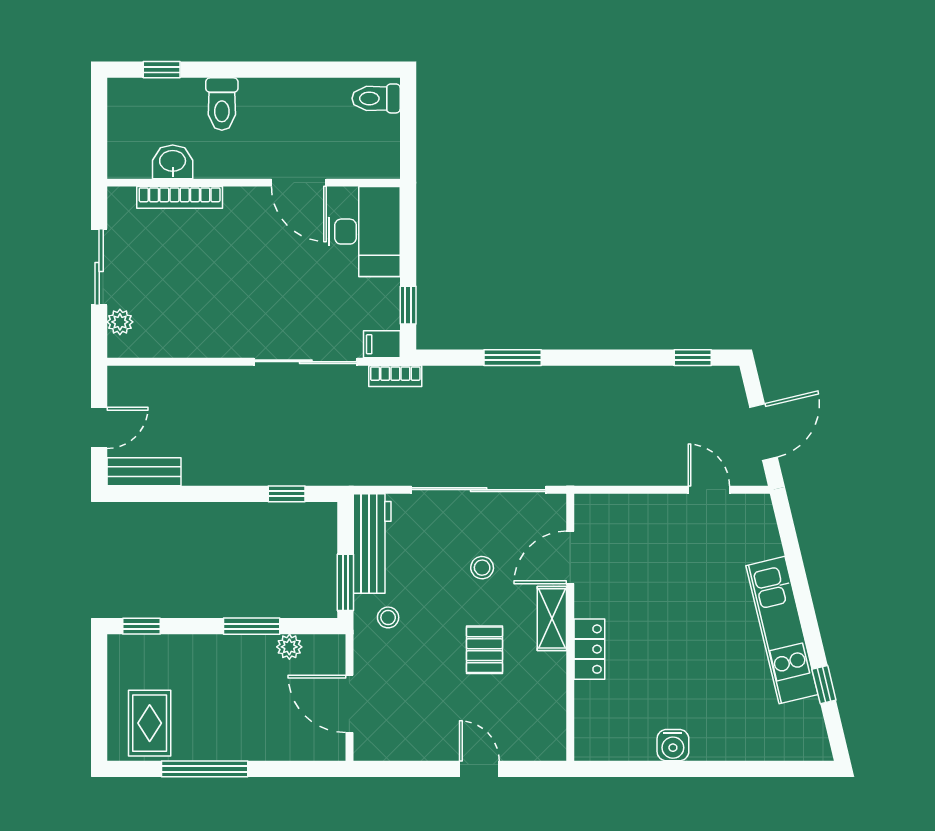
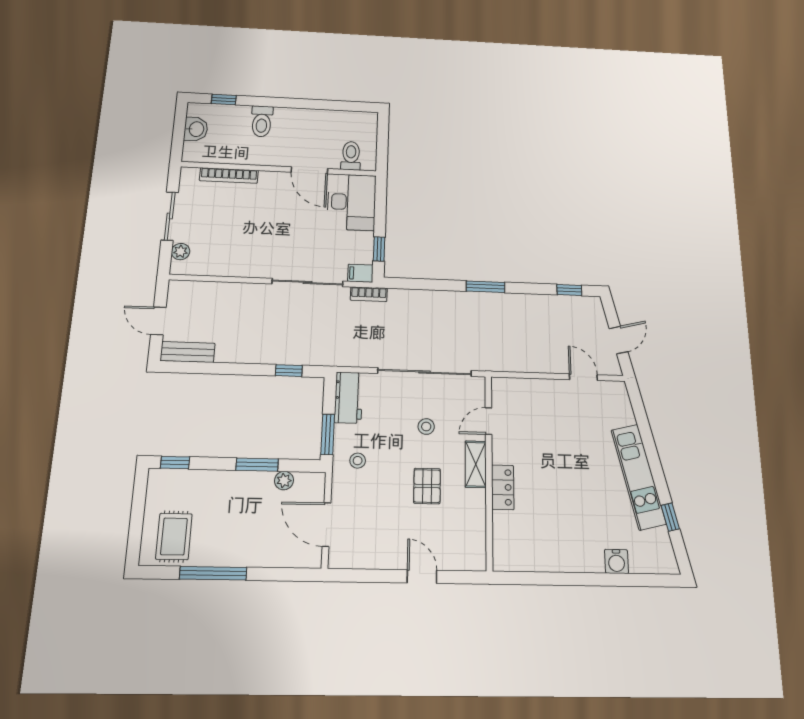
toilet: (376, 98) -> (351, 156), moved, turned 90
washbasin: (173, 162) -> (196, 129), moved, turned 90
window: (513, 358) -> (485, 287), moved
door: (99, 428) -> (158, 321), swing flipped
door: (763, 432) -> (618, 340), width x0.73
workbench: (372, 543) -> (349, 398), width x0.73
door: (570, 557) -> (488, 421), width x0.73
water cooler: (673, 745) -> (616, 561), moved

